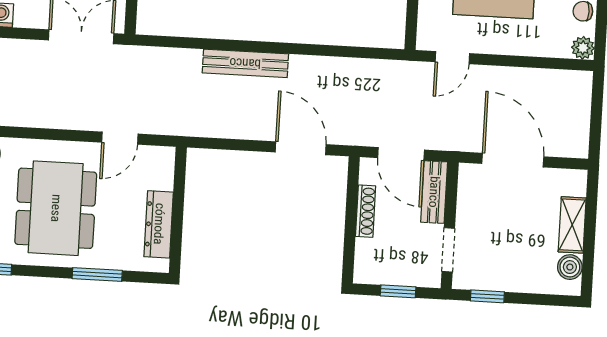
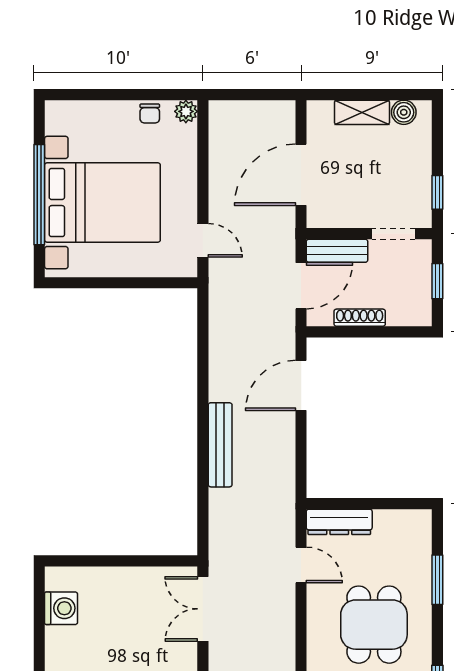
dining table: (56, 208) -> (374, 625), width x0.73
dresser: (159, 224) -> (339, 522), moved

